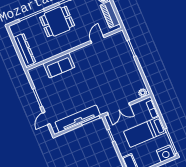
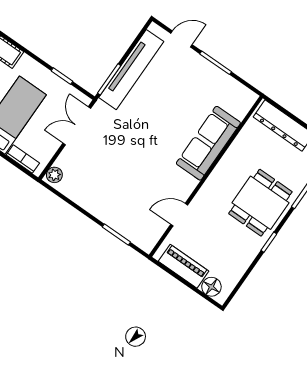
door: (97, 39) -> (179, 215), swing flipped
sofa: (59, 65) -> (208, 143), width x1.36
door: (46, 118) -> (181, 39), hinge flipped

